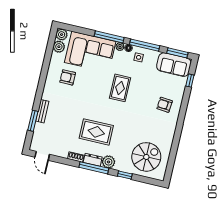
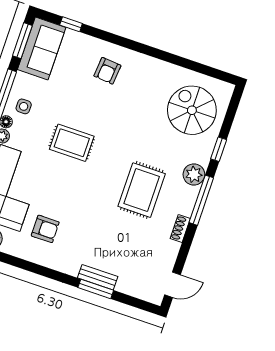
armchair: (68, 77) -> (45, 229), turned -90
window: (33, 121) -> (96, 289), moved
dresser: (93, 160) -> (188, 201), removed

